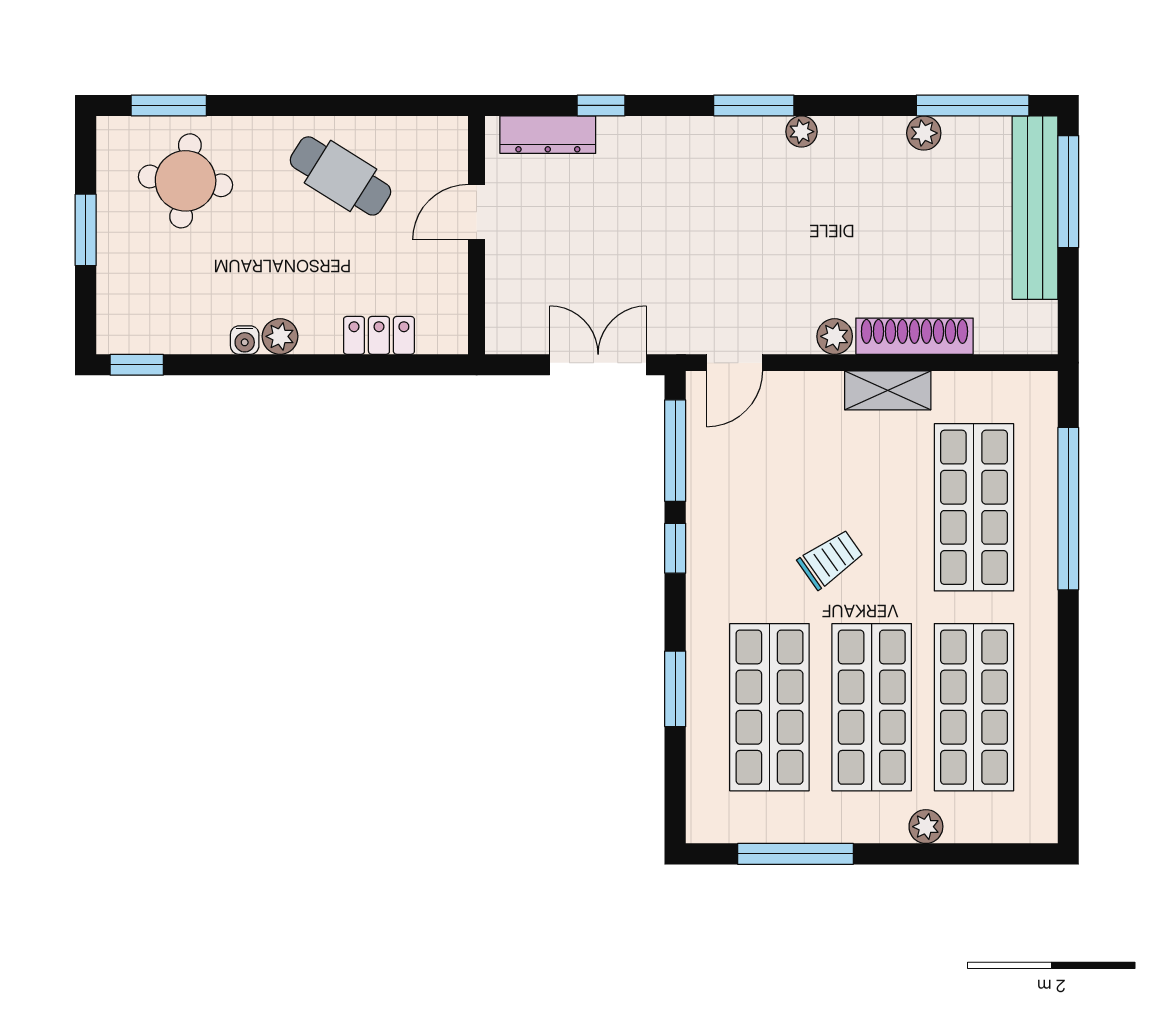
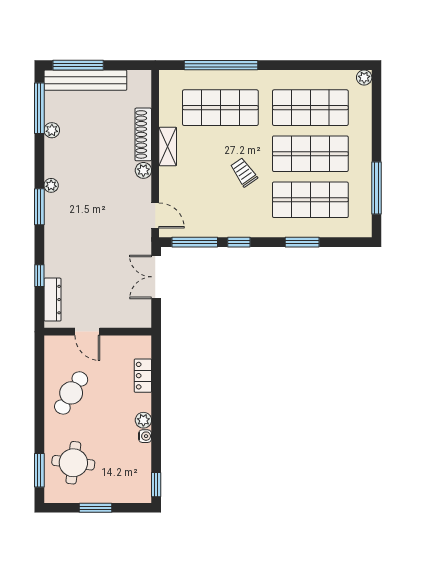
plant: (926, 827) -> (364, 78), moved

